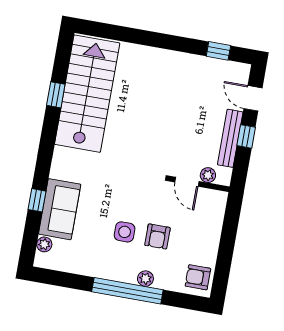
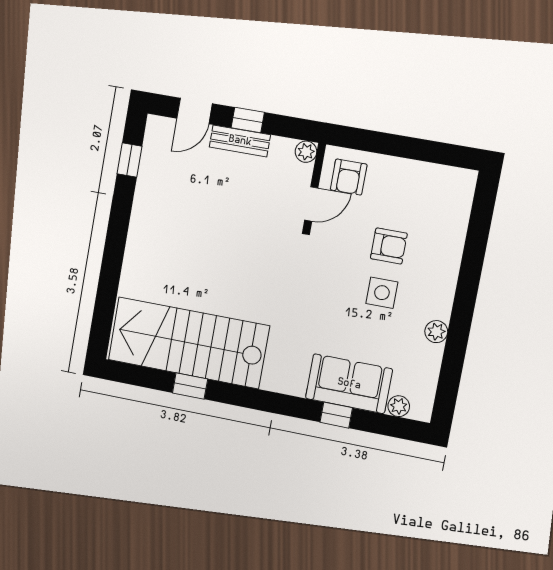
bench: (230, 138) -> (240, 141), width x0.73
plant: (208, 175) -> (306, 152), moved
armchair: (198, 277) -> (349, 177), moved
plant: (145, 279) -> (436, 332), moved
window: (127, 291) -> (467, 289), removed

